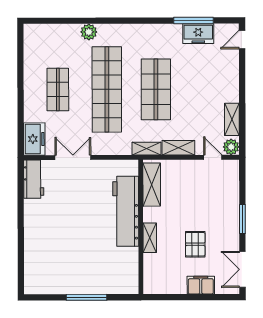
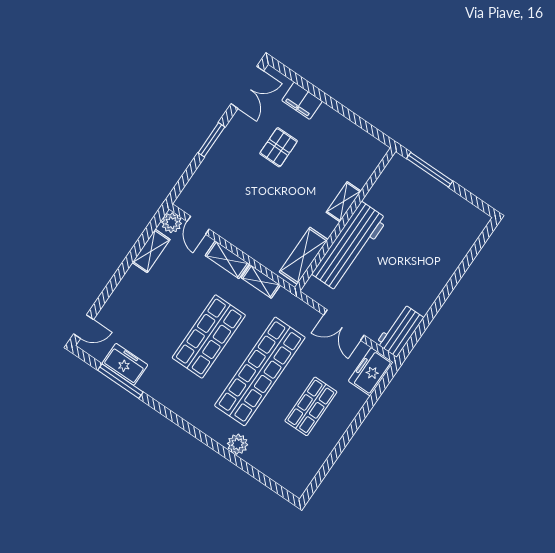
shelving: (152, 185) -> (304, 256), moved
workbench: (126, 211) -> (350, 247), moved
wall: (141, 227) -> (345, 219), moved
shelving: (150, 238) -> (344, 202), moved

